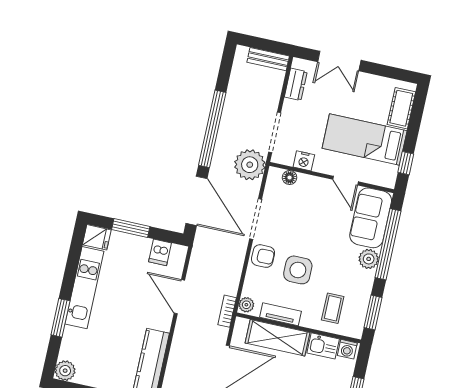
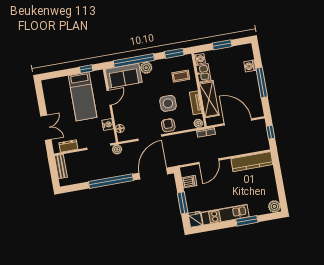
cot: (401, 108) -> (58, 84), removed
plant: (250, 165) -> (117, 149), width x0.53, depth x0.53

